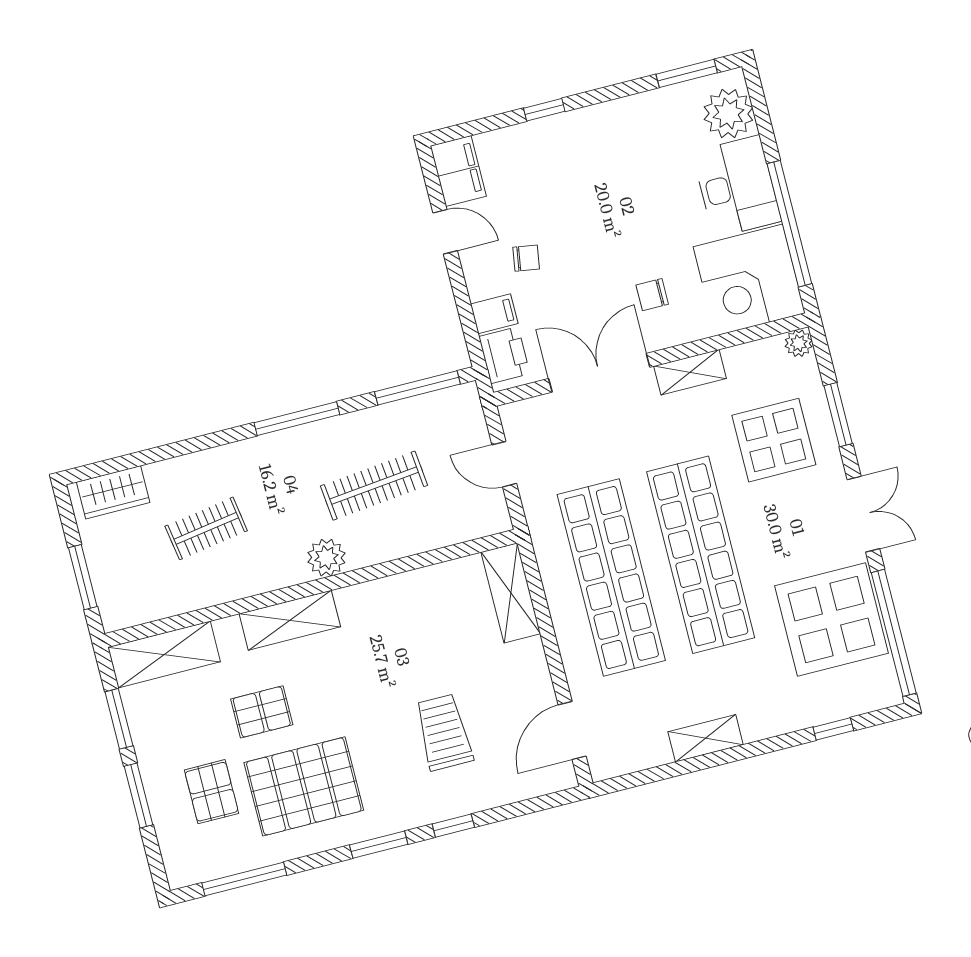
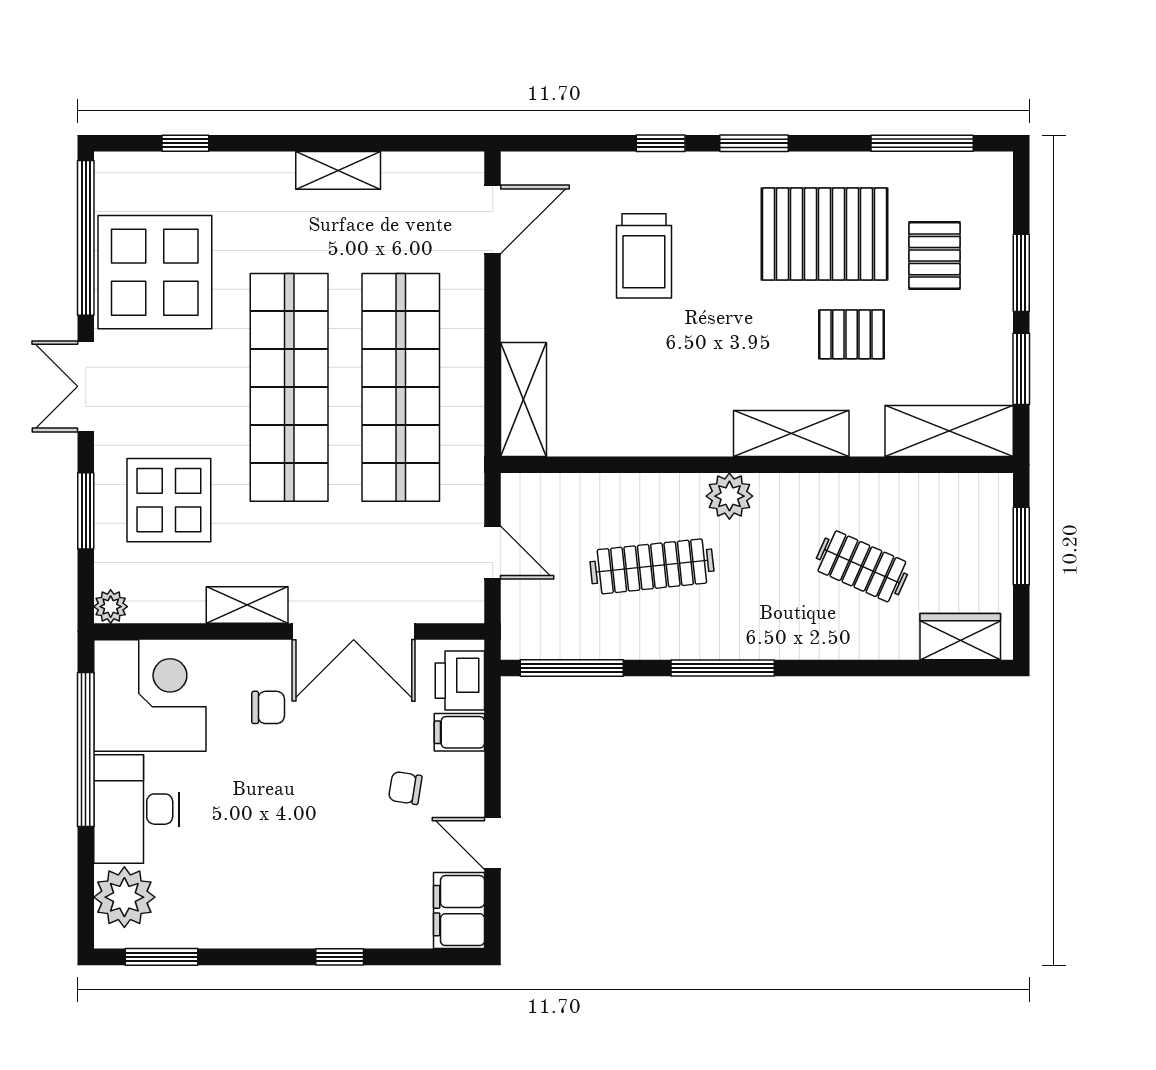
clothes rail: (206, 528) -> (862, 566), turned 33

